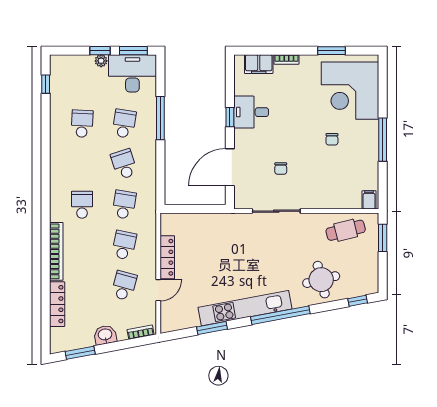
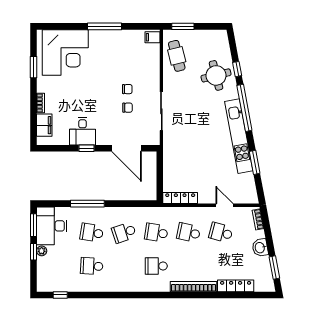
chair: (332, 139) -> (127, 89), moved
locker: (167, 257) -> (180, 198), moved
window: (358, 301) -> (237, 69), moved

